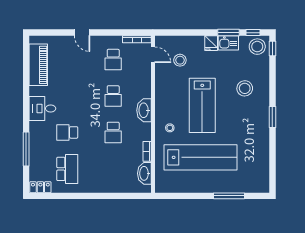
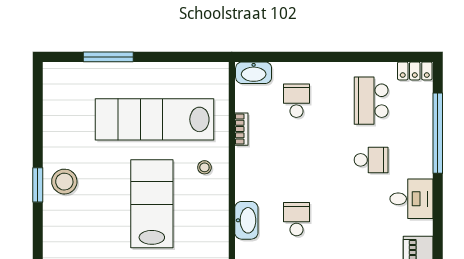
stool: (245, 88) -> (64, 182), moved
washbasin: (144, 110) -> (246, 220), moved
school desk: (113, 132) -> (296, 101), moved
window: (26, 149) -> (438, 133), width x1.46
washbasin: (144, 173) -> (254, 73), moved, turned 90

